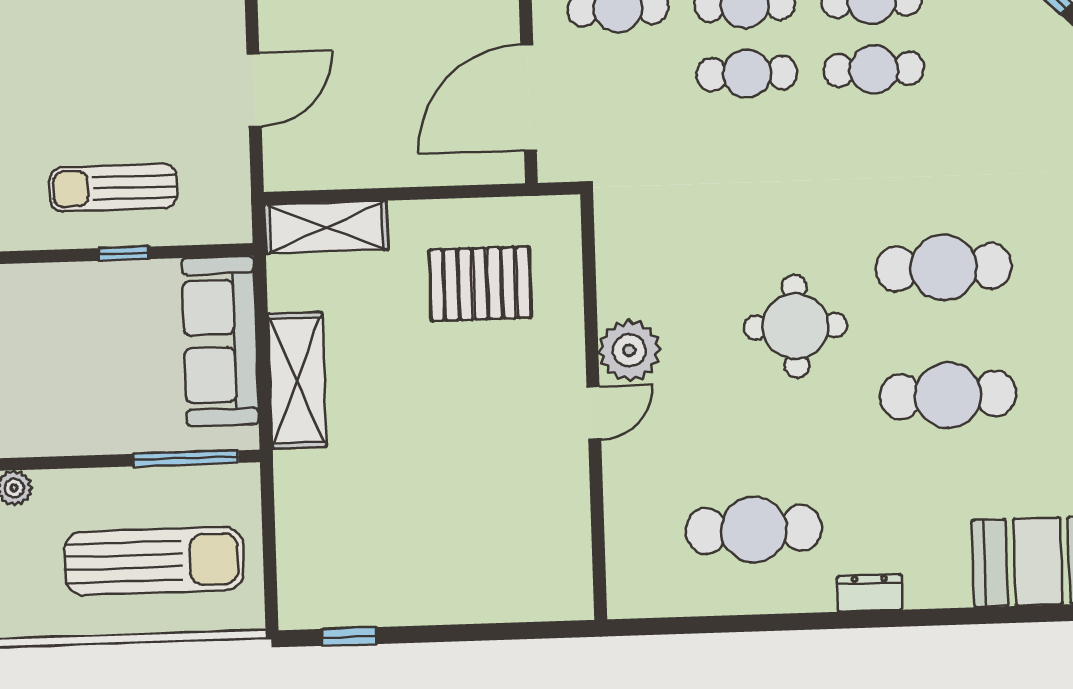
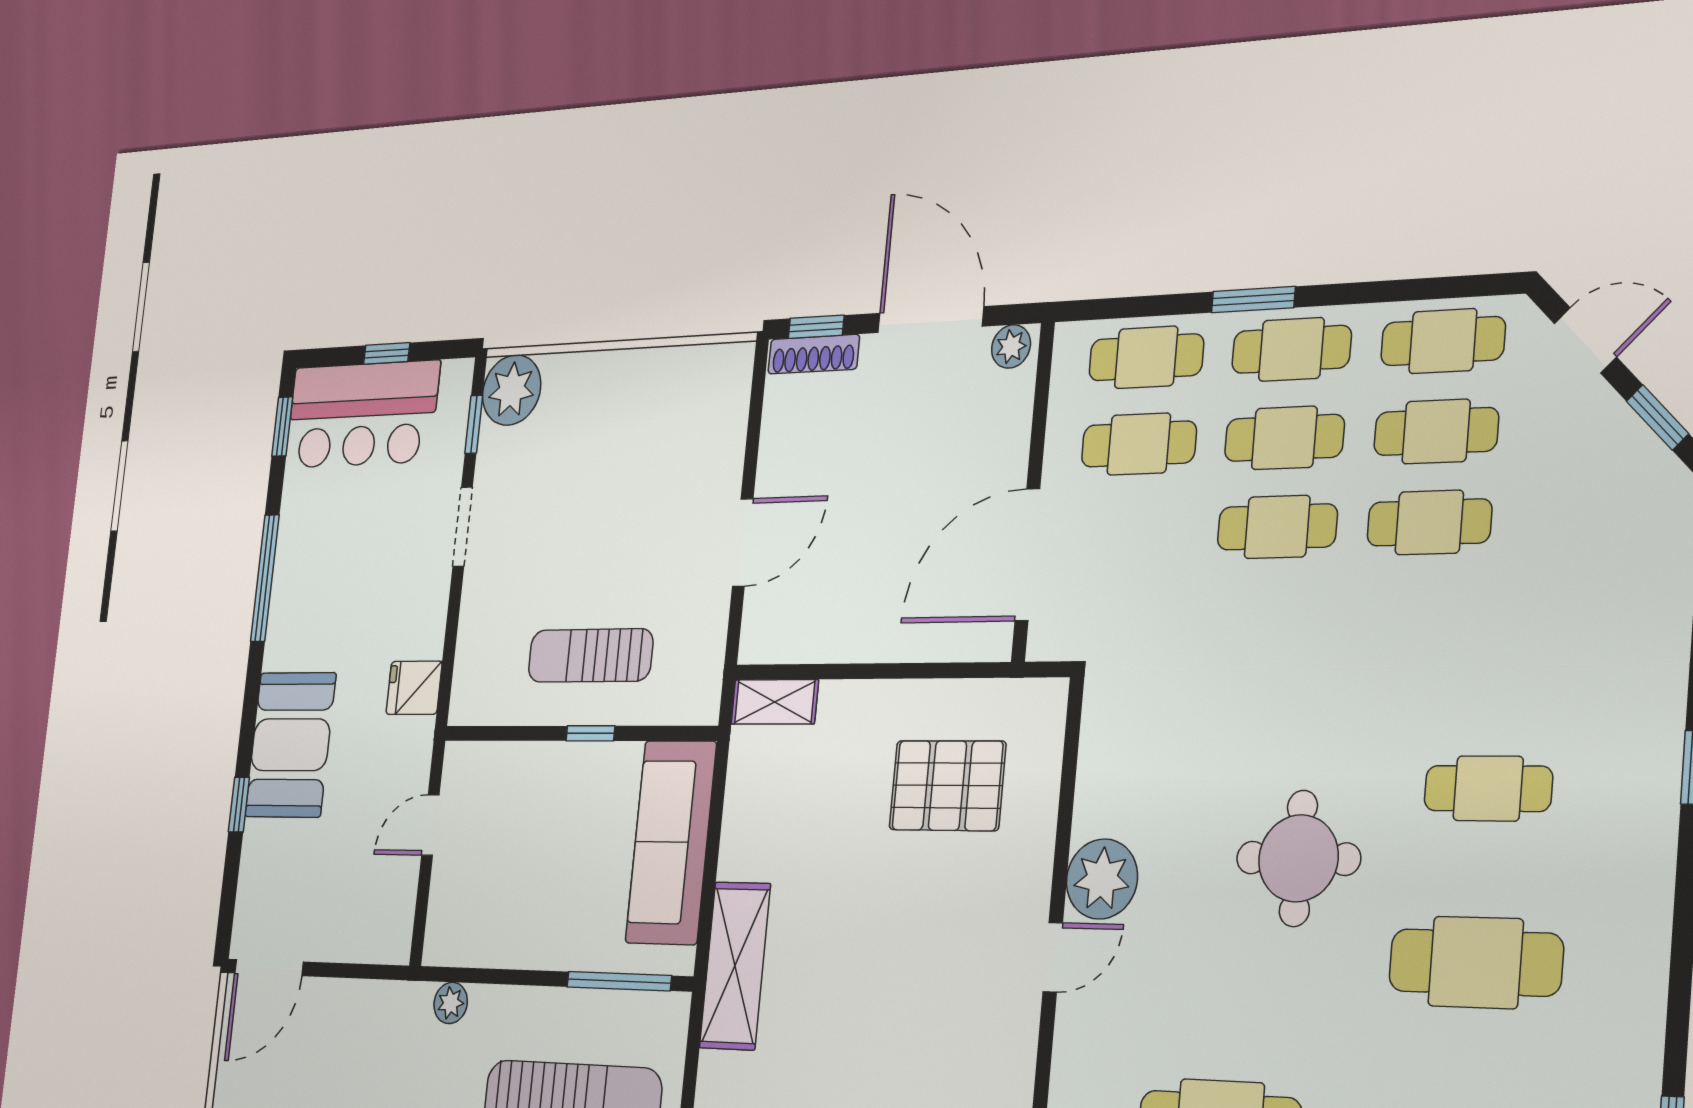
shelving: (326, 227) -> (775, 702), width x0.67, depth x0.75
cafe table: (944, 267) -> (1488, 788), width x0.73, depth x0.74
shelving: (297, 380) -> (735, 966), moved

